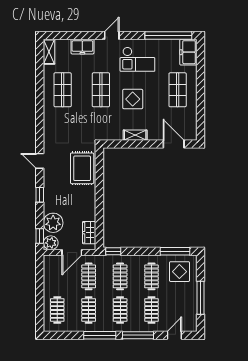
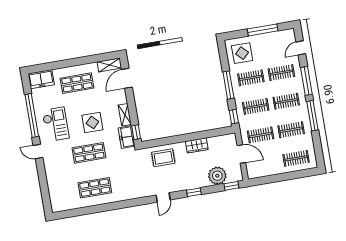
window: (168, 36) -> (32, 115), moved
freezer: (82, 47) -> (127, 137), moved, turned 180
shelving: (49, 52) -> (109, 65), moved
window: (114, 144) -> (136, 132), added
rug: (82, 168) -> (163, 158), width x0.73, depth x0.70
wardrobe: (89, 233) -> (197, 145), moved
plant: (51, 243) -> (236, 175), removed
window: (175, 251) -> (228, 85), moved
door: (174, 335) -> (301, 48), hinge flipped

